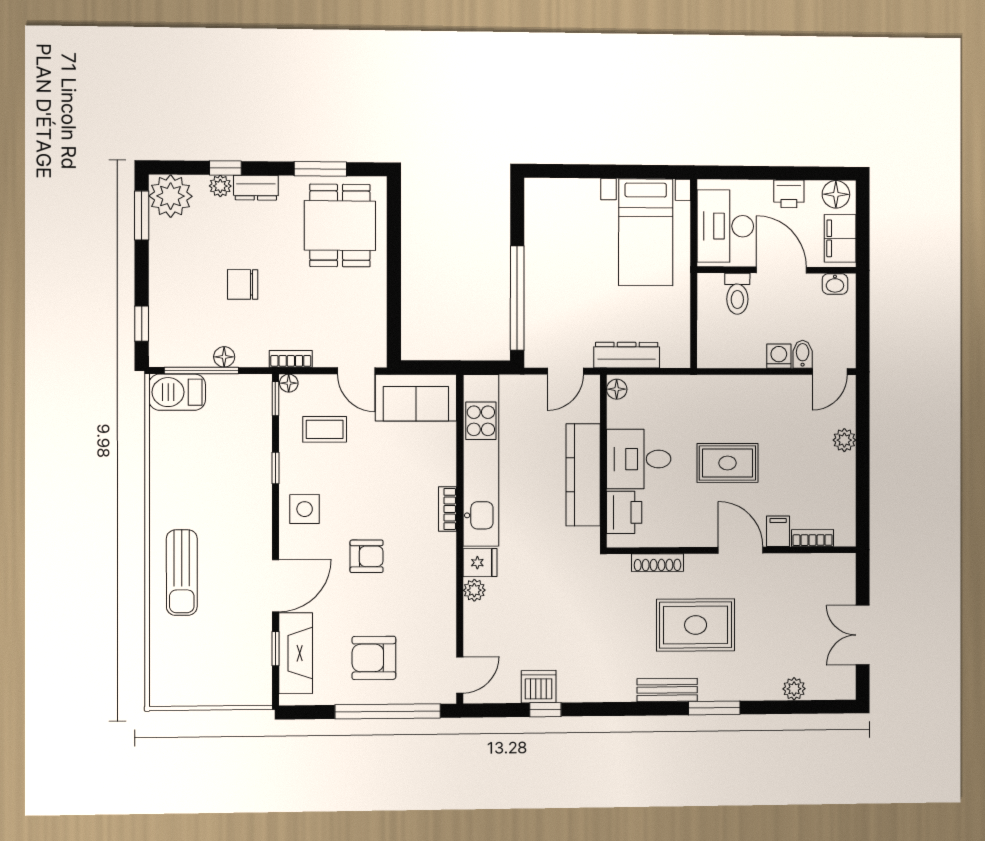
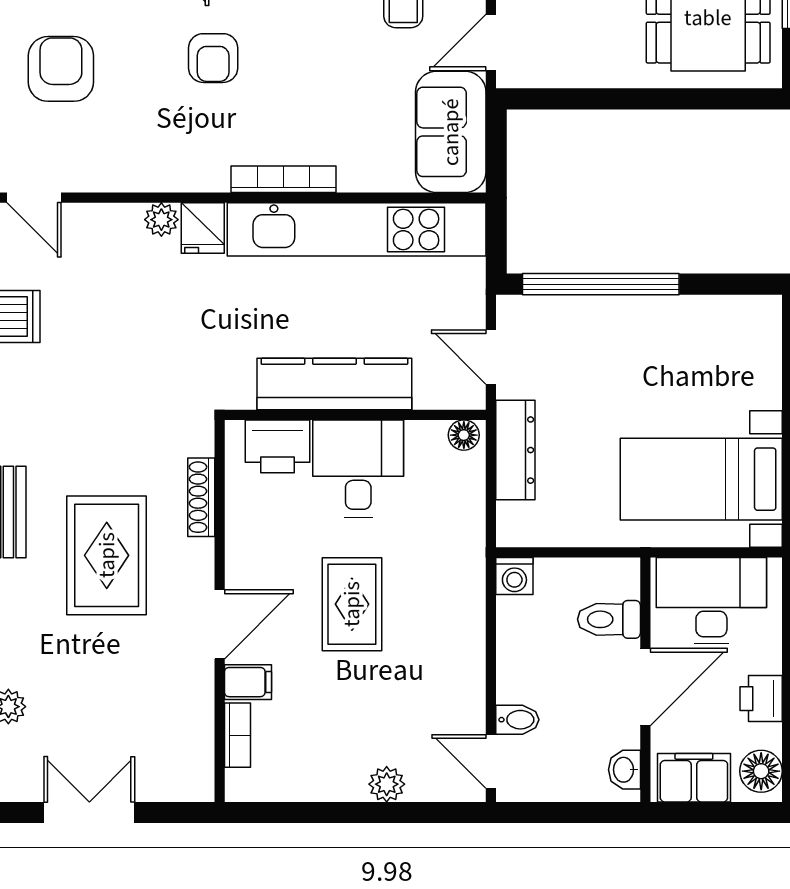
washing machine: (779, 356) -> (514, 576), moved, turned 90
bookcase: (448, 509) -> (284, 179), width x1.56

